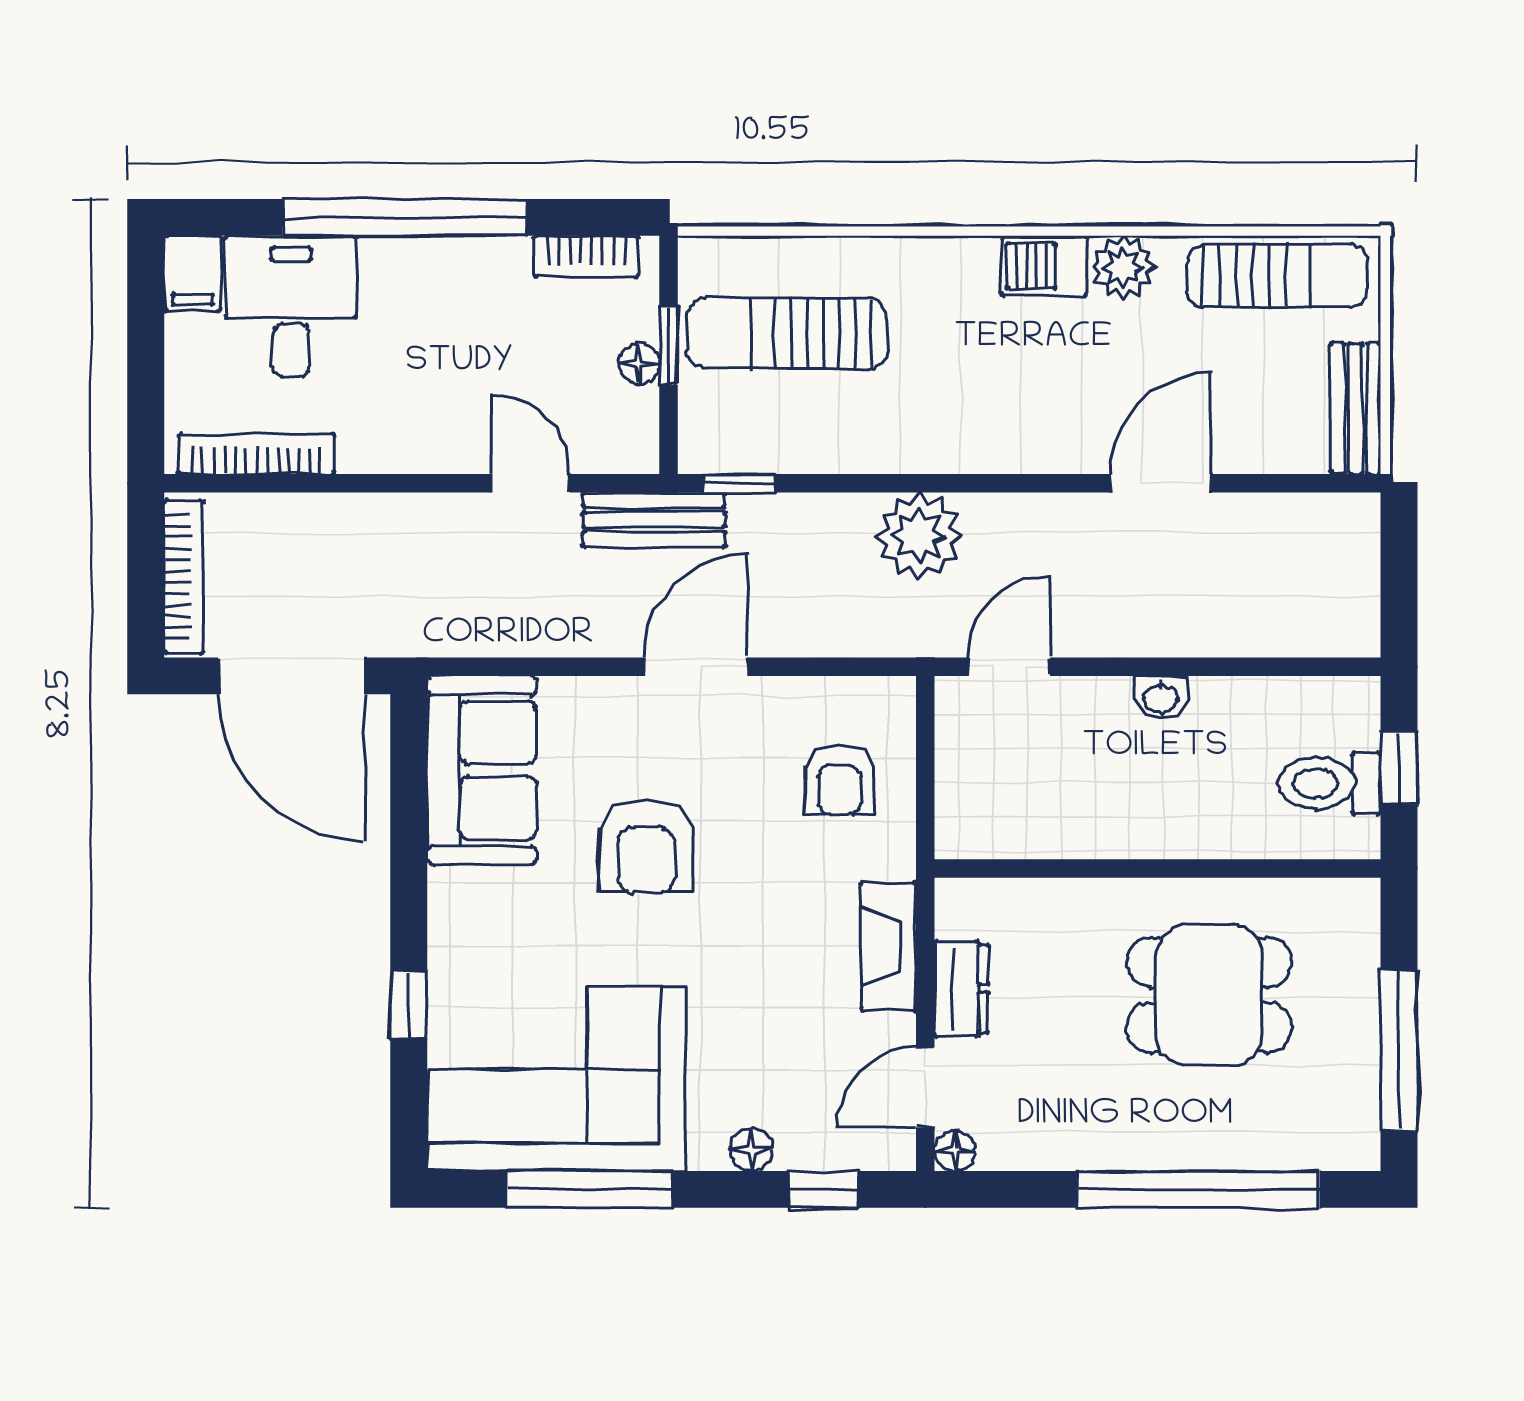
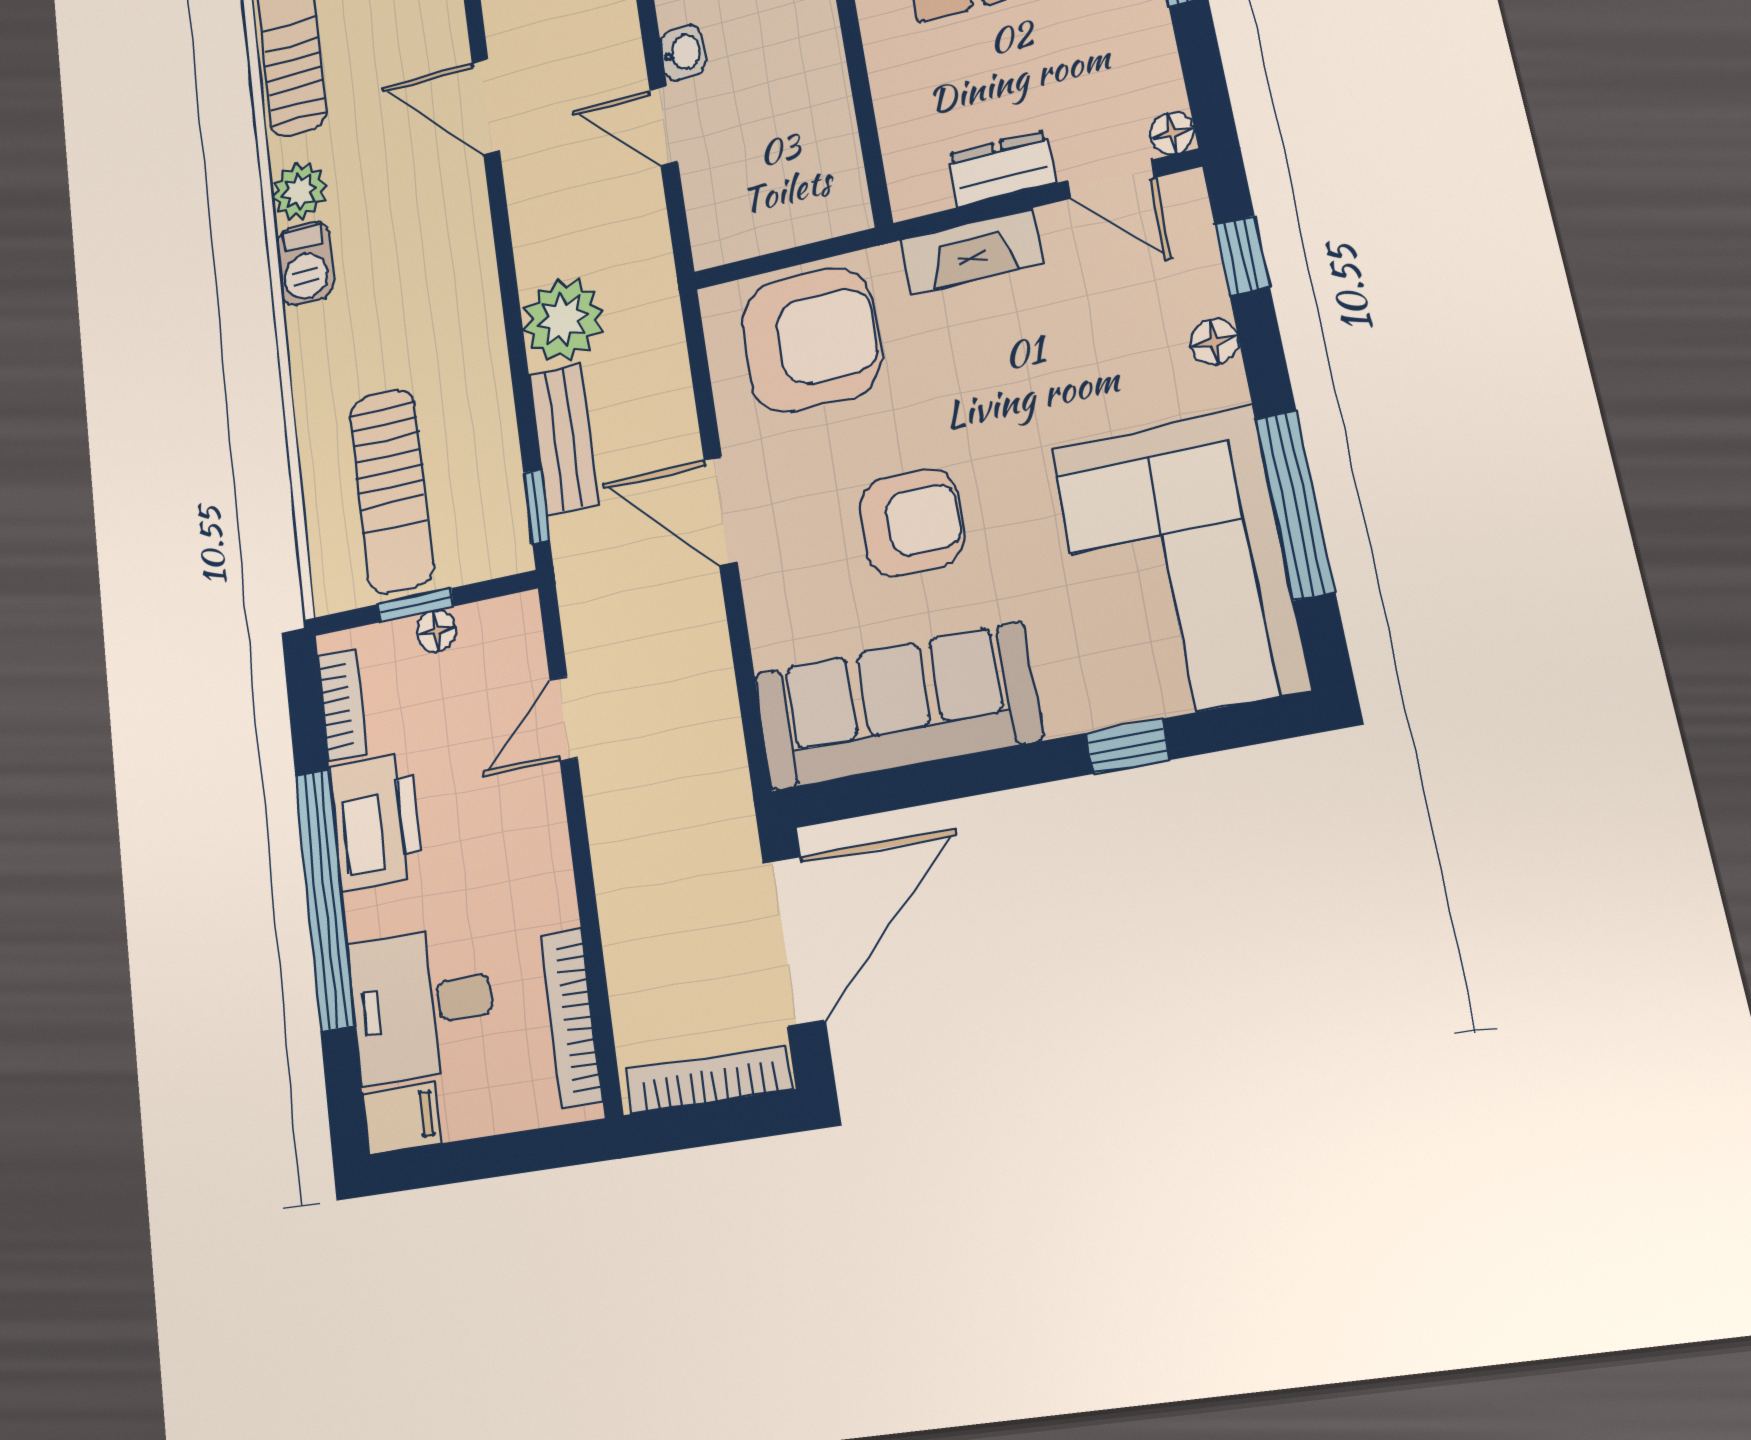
printer: (468, 279) -> (376, 821), added
bench: (654, 520) -> (564, 439), moved
door: (1009, 667) -> (664, 126), moved
sofa: (482, 770) -> (896, 707), width x1.36
armchair: (840, 780) -> (811, 340), width x1.88, depth x1.88

